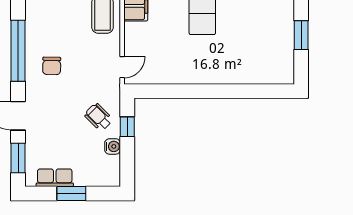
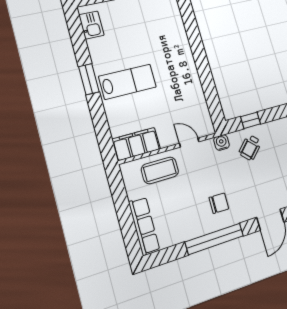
door: (122, 67) -> (189, 143), moved
water cooler: (113, 146) -> (222, 143), moved

